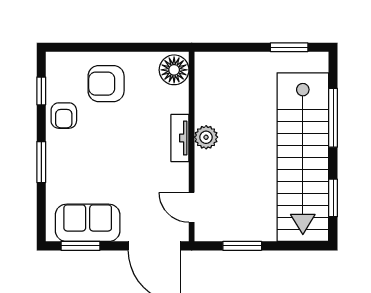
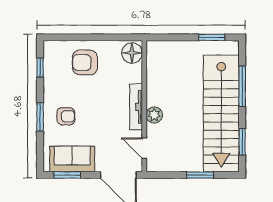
armchair: (64, 116) -> (66, 116), moved, turned -90
plant: (206, 137) -> (154, 115), moved
tv unit: (180, 138) -> (136, 107), width x1.41
window: (242, 246) -> (200, 175), moved

